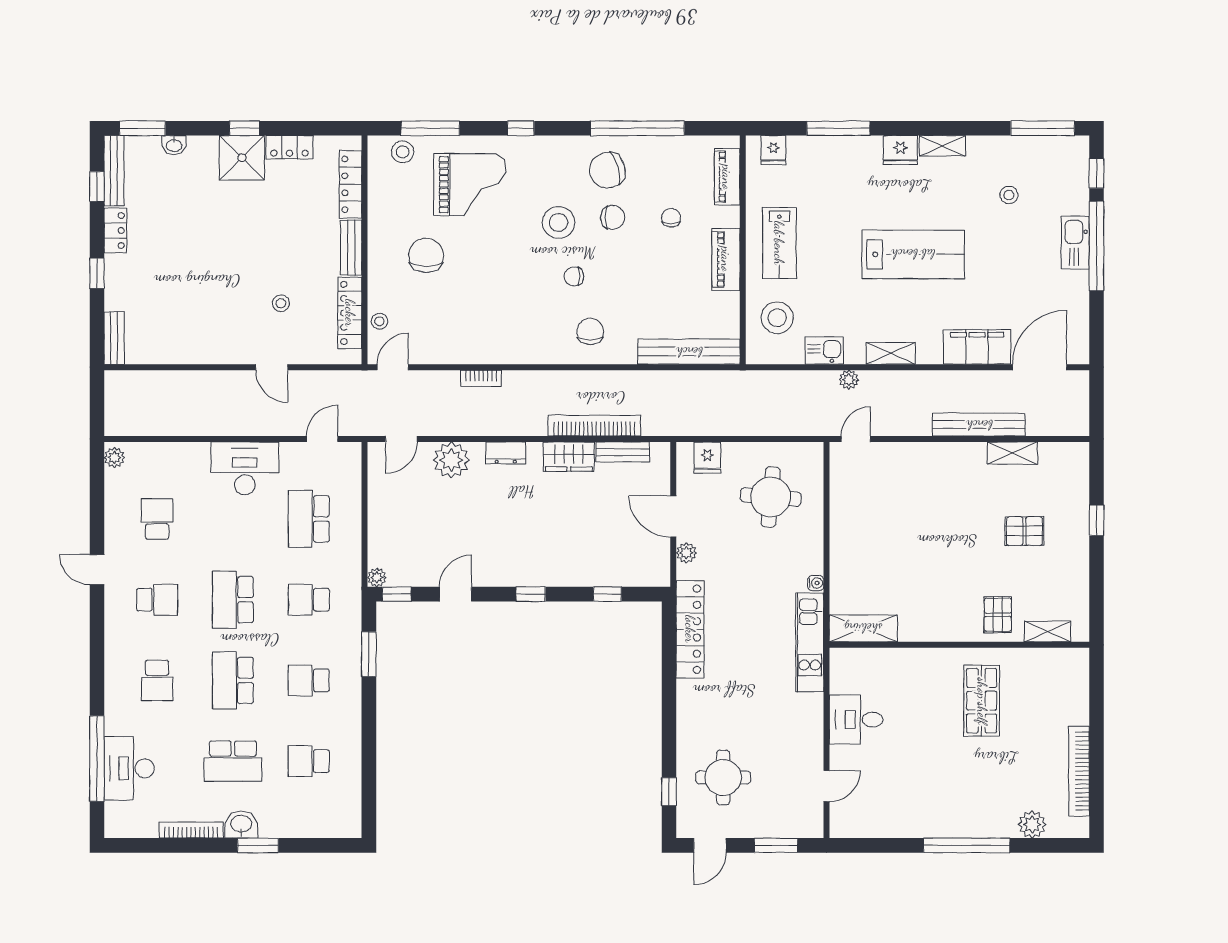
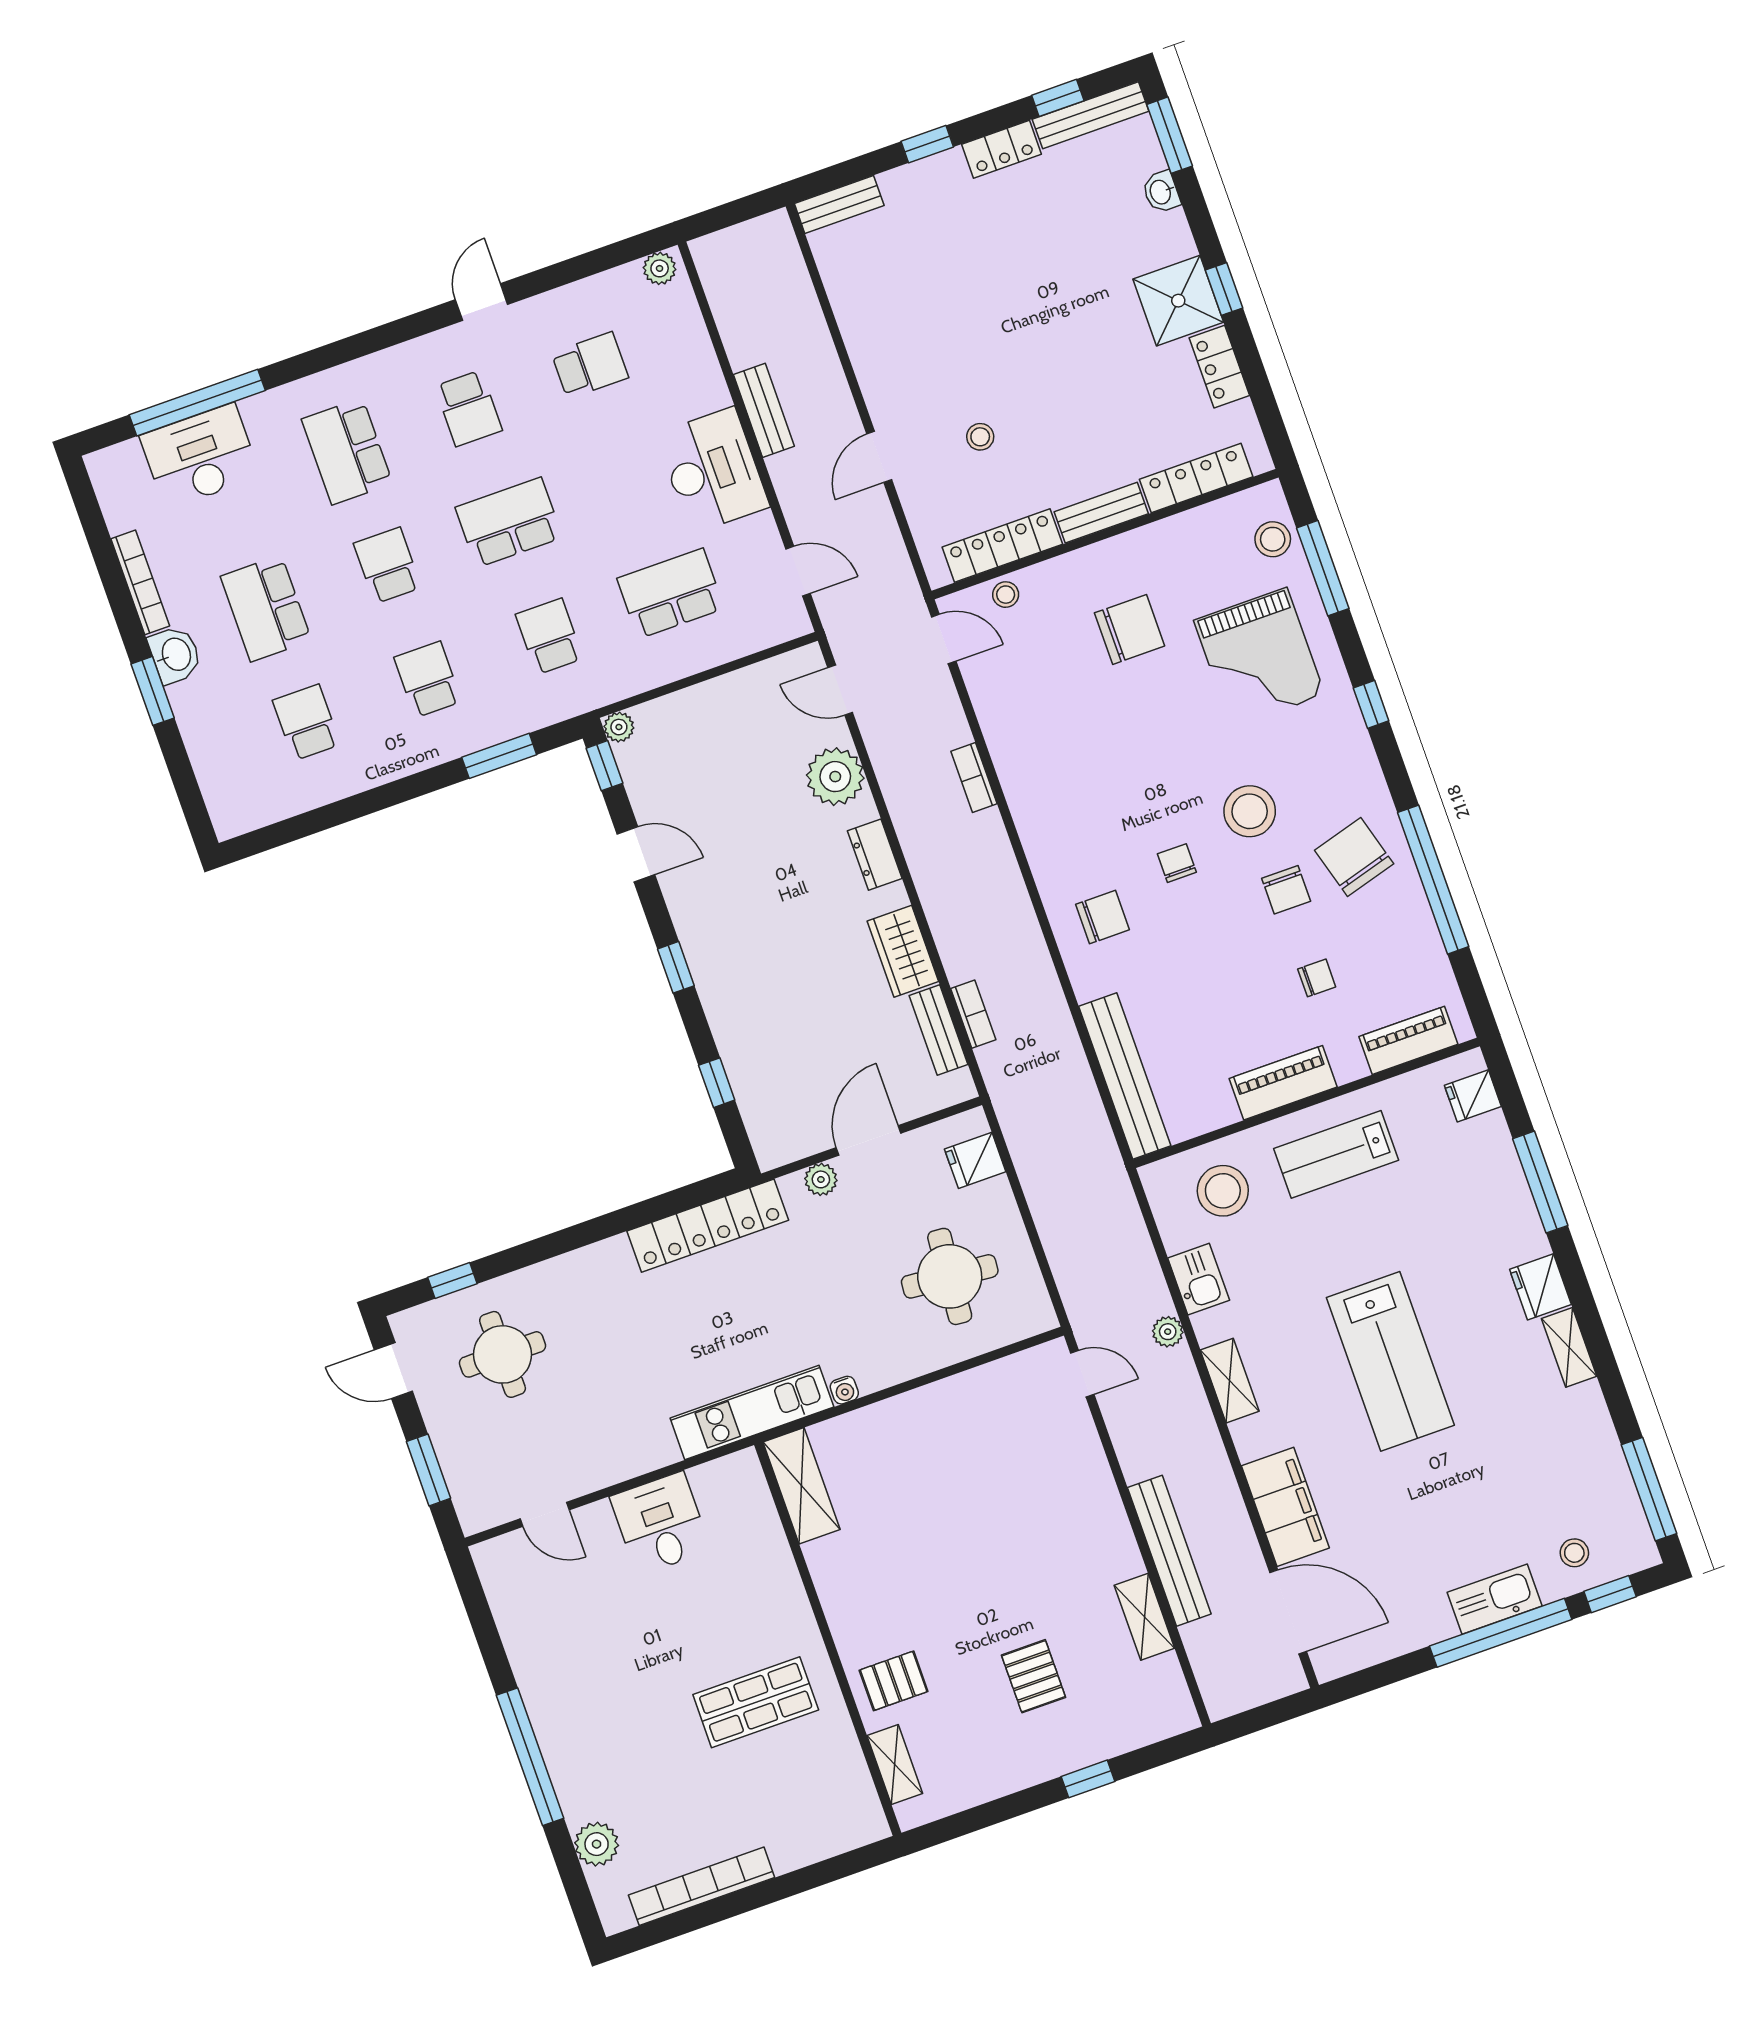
stool: (1009, 195) -> (1574, 1553), moved
bench: (220, 426) -> (764, 410), added
bookcase: (594, 426) -> (973, 1014), width x0.43, depth x0.76
school desk: (157, 680) -> (347, 451), width x1.85
school desk: (233, 680) -> (387, 565), width x0.54

